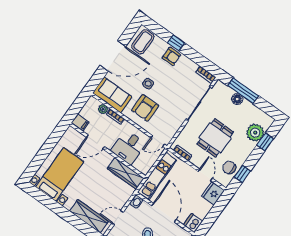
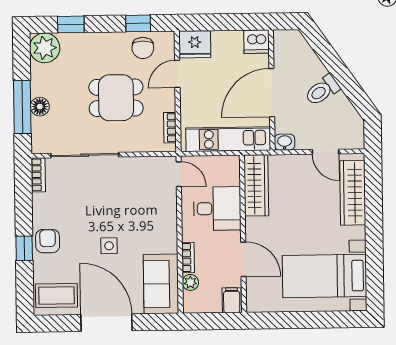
armchair: (145, 108) -> (146, 225), removed
plant: (255, 133) -> (45, 48), moved

